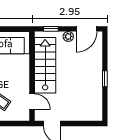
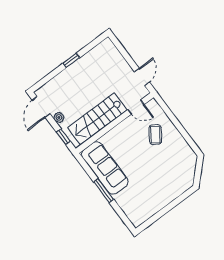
door: (87, 29) -> (41, 107), swing flipped
door: (32, 102) -> (136, 107), swing flipped

